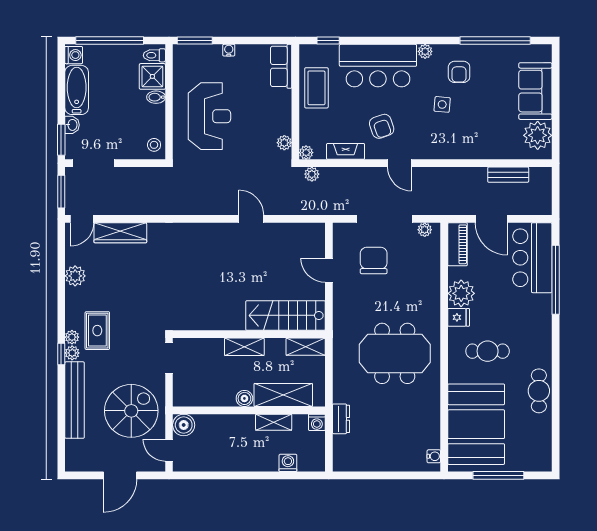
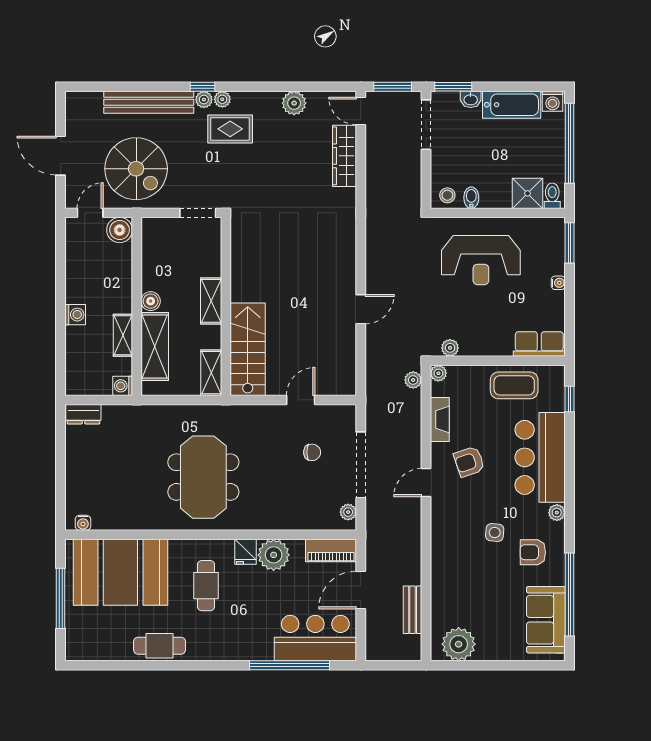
sofa: (535, 91) -> (546, 620), moved, turned -90
bidet: (156, 97) -> (471, 198), moved
chair: (374, 260) -> (312, 452), width x0.54, depth x0.54
dresser: (341, 419) -> (83, 414), moved
washing machine: (288, 463) -> (75, 315), moved

